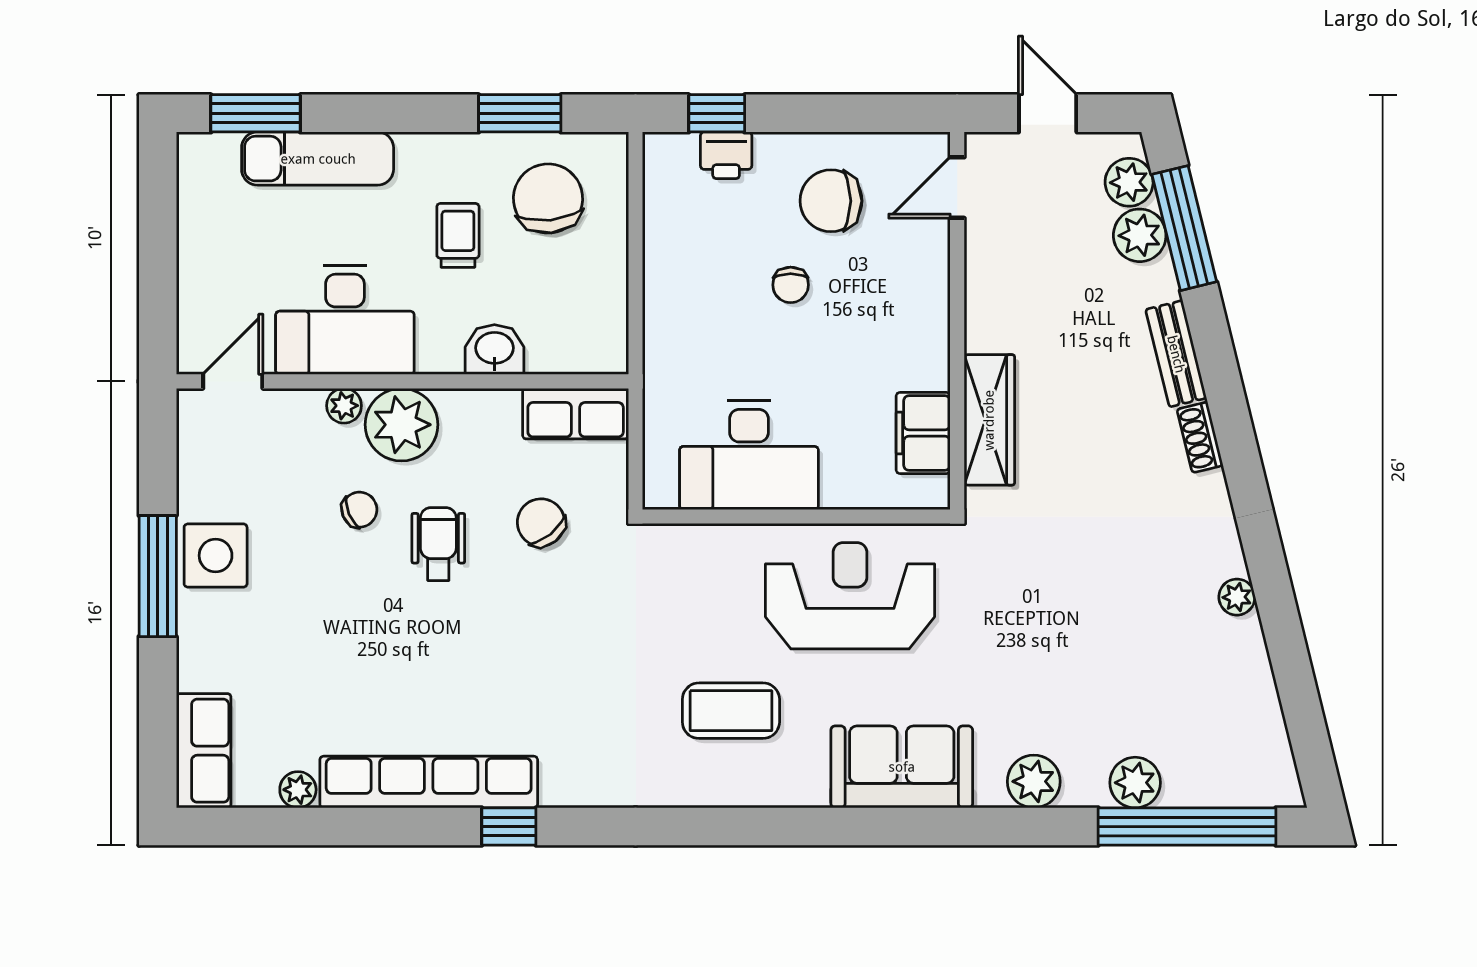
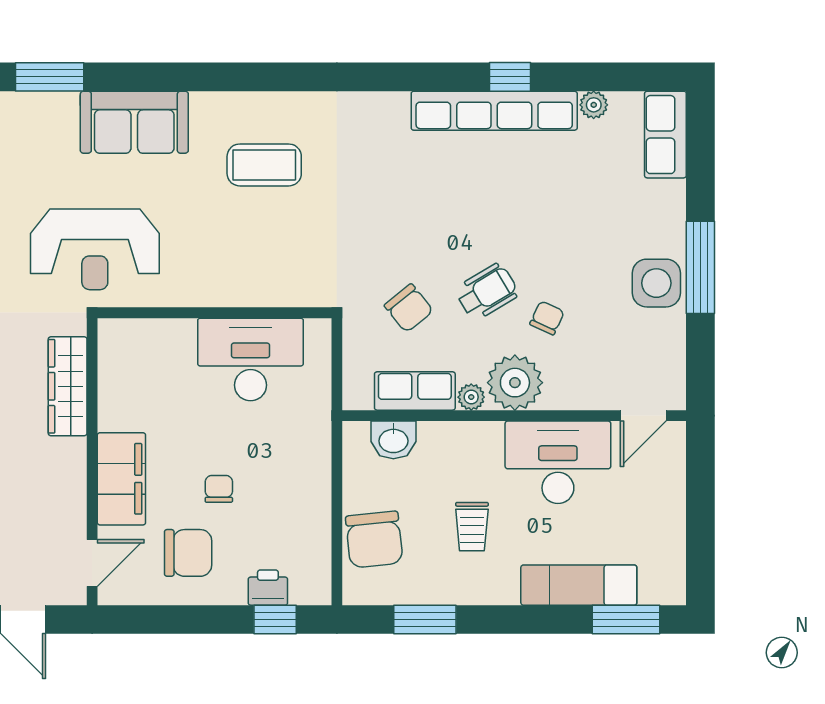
chair: (548, 198) -> (374, 540), moved
washbasin: (494, 349) -> (393, 440), moved
plant: (344, 406) -> (471, 397), moved
row of seats: (576, 414) -> (415, 391), moved
filing cabinet: (923, 433) -> (121, 479), moved, width x1.50, depth x1.17
chair: (359, 510) -> (547, 318), turned 138
wheelchair: (438, 544) -> (487, 292), turned -121
reception desk: (850, 596) -> (95, 249), moved
plant: (1034, 781) -> (34, 111), removed
window: (509, 827) -> (510, 77), moved
window: (1013, 827) -> (50, 77), added

